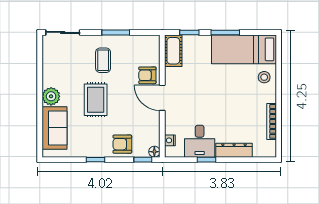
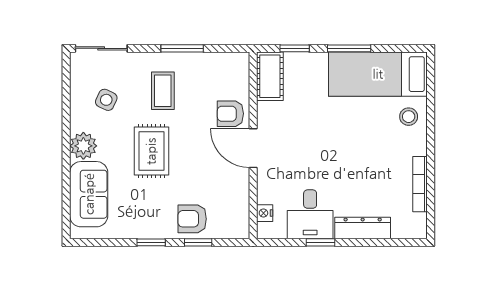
side table: (66, 66) -> (106, 100), added
floor lamp: (154, 152) -> (241, 230), removed
window: (143, 160) -> (198, 242), moved

